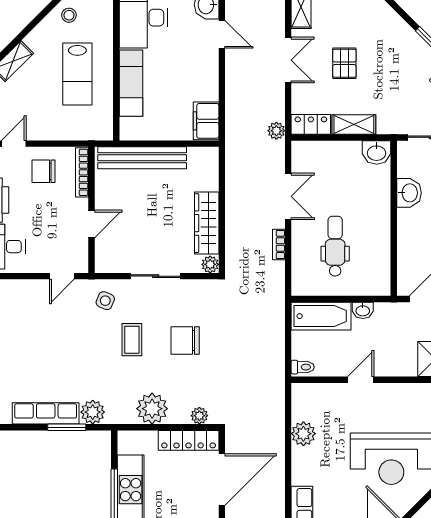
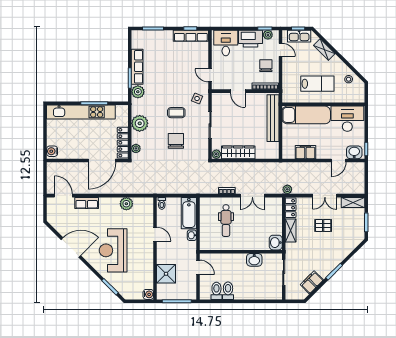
lab bench: (77, 74) -> (317, 84), turned 180
exam couch: (131, 83) -> (306, 115), width x1.36, depth x1.45
filing cabinet: (206, 121) -> (305, 152), moved
dental chair: (335, 246) -> (226, 221), turned 90
door: (222, 480) -> (102, 160), hinge flipped

